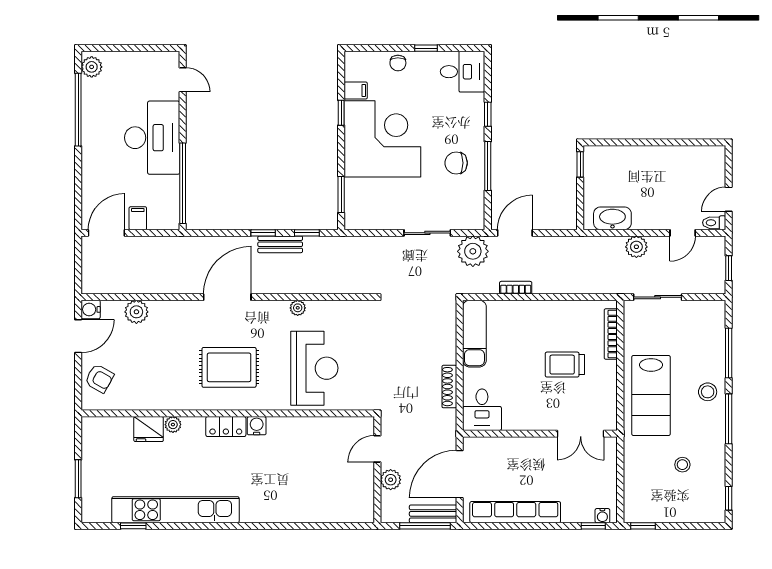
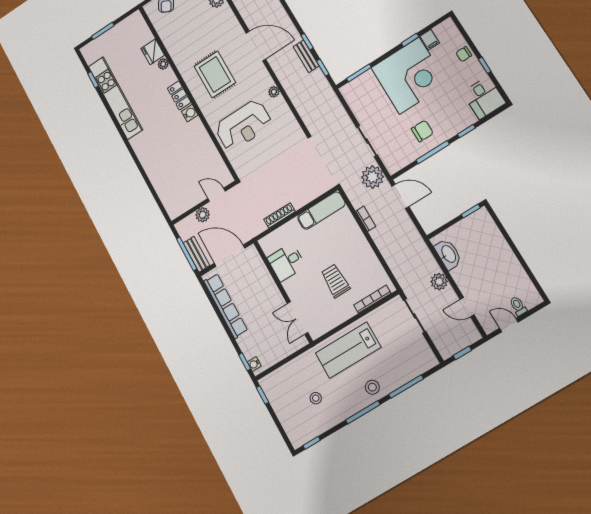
chair: (456, 163) -> (422, 131), turned 90
toilet: (714, 223) -> (518, 306), moved
desk: (482, 410) -> (286, 262), moved

